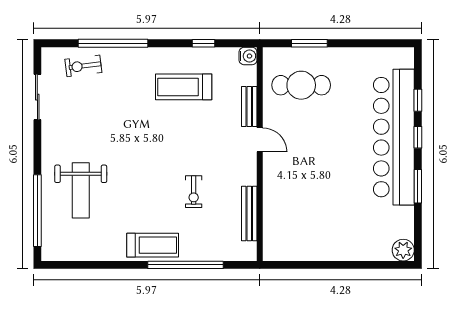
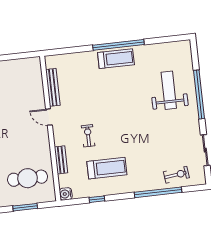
door: (260, 140) -> (49, 117), moved
exercise bike: (194, 192) -> (88, 136), moved
window: (37, 211) -> (199, 94), moved
treadmill: (153, 245) -> (116, 59), turned 180
window: (185, 265) -> (118, 45), moved

